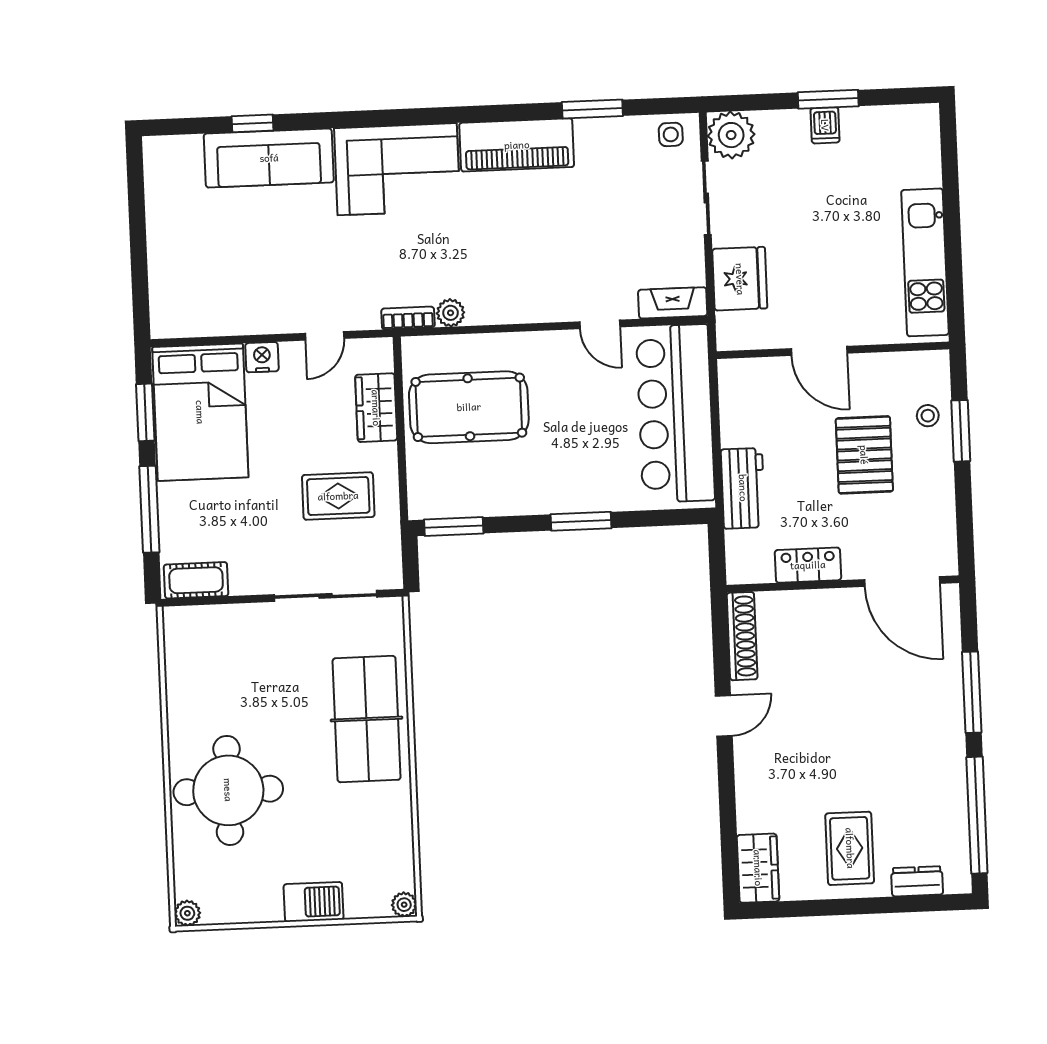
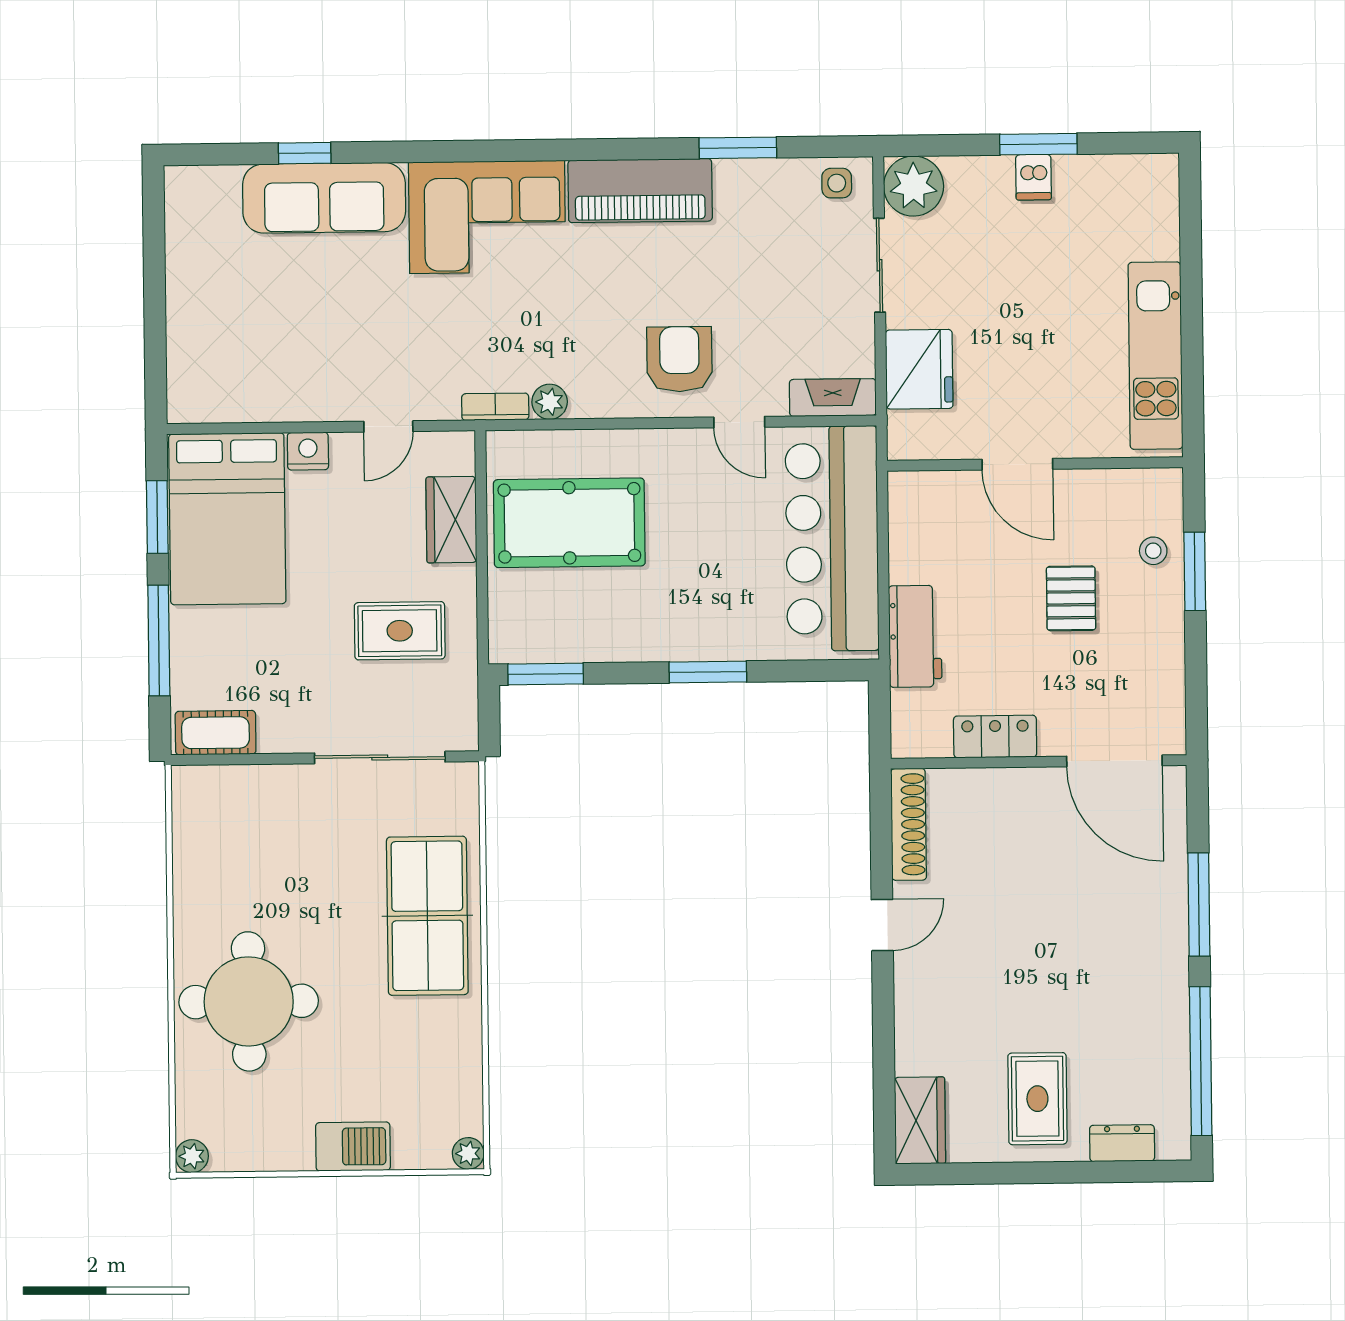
armchair: (551, 276) -> (679, 359), added
pallet: (864, 455) -> (1071, 598), width x0.67, depth x0.71

